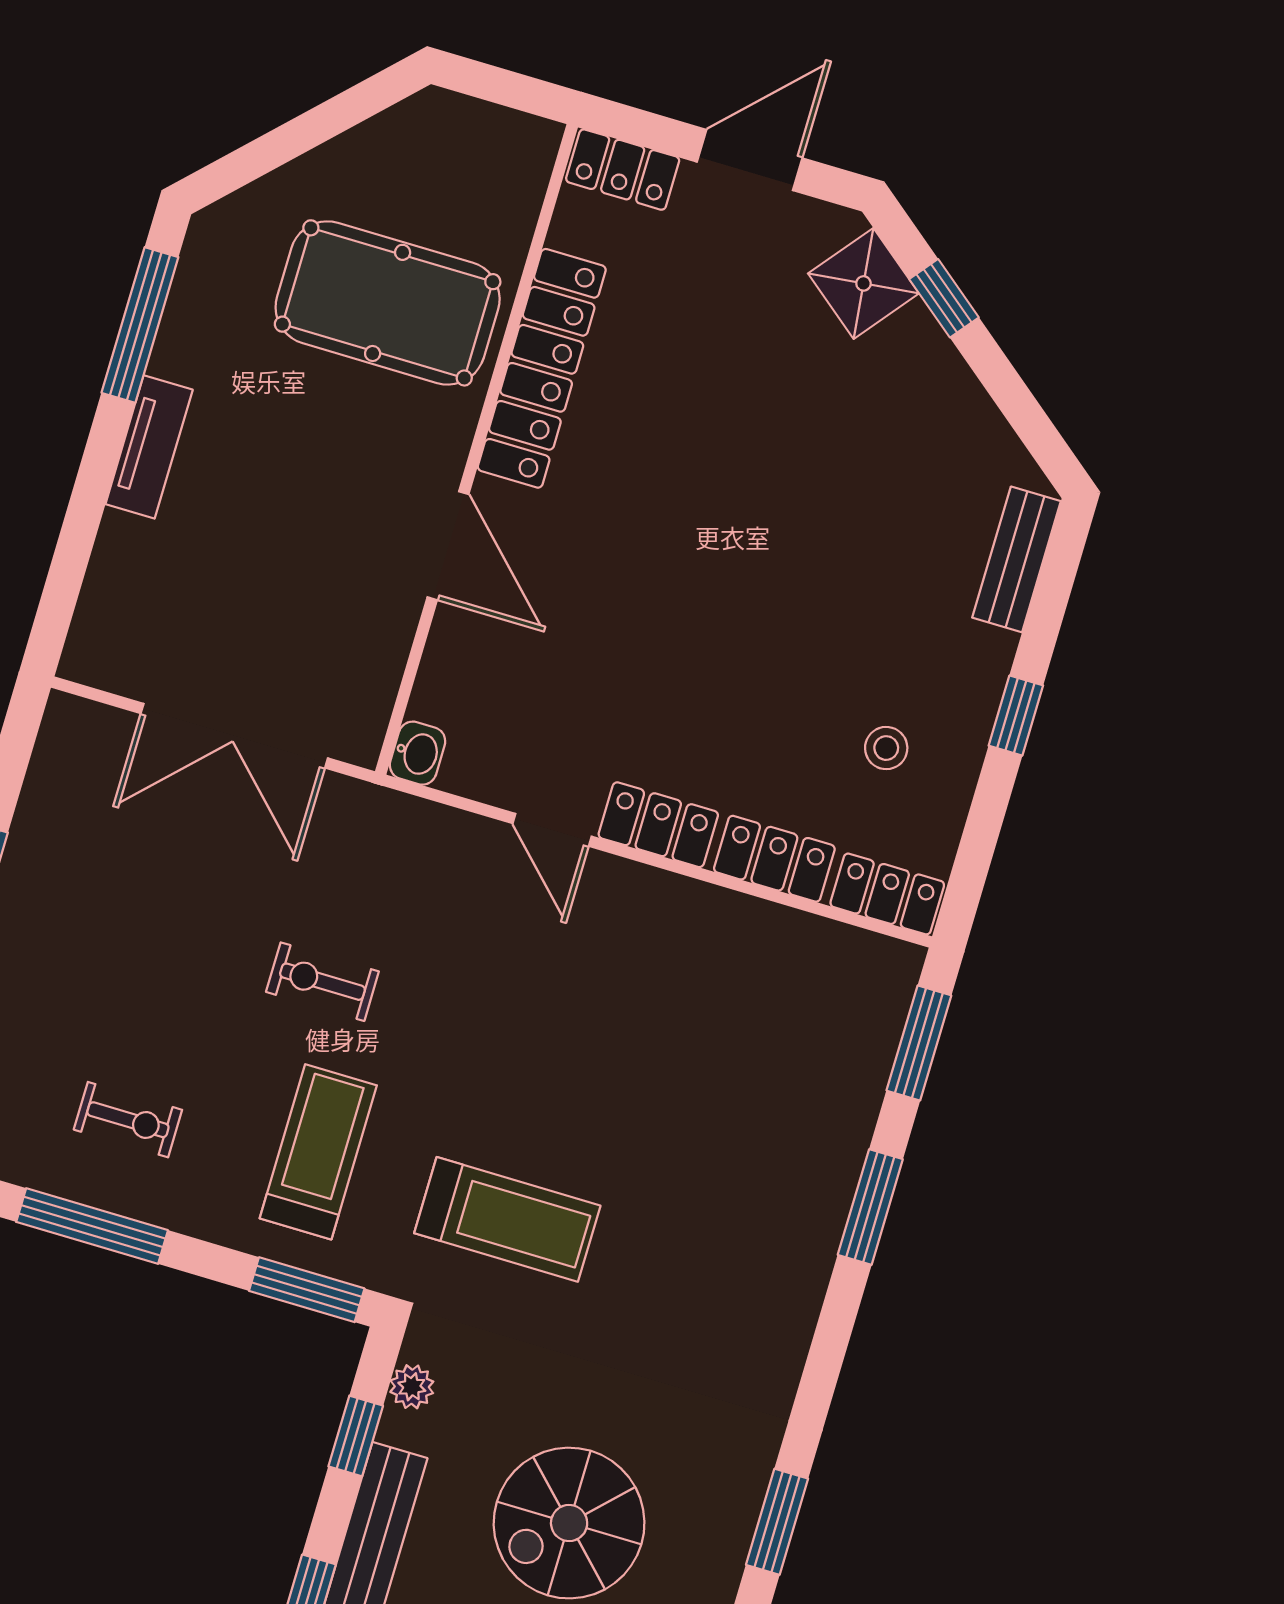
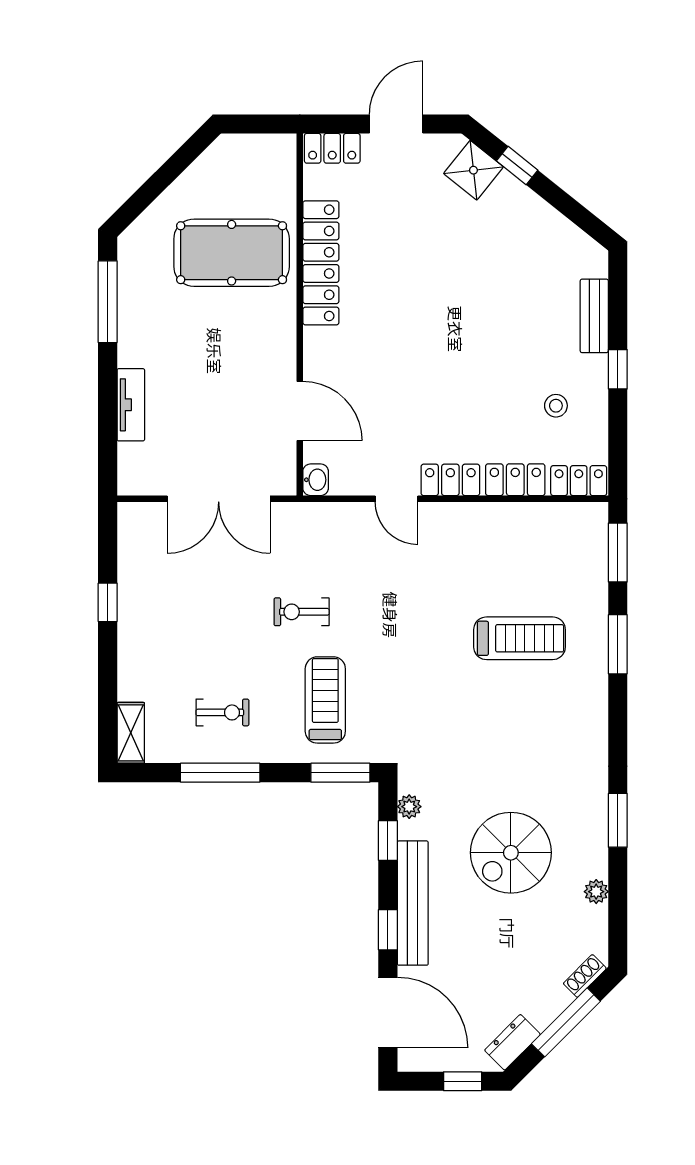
tv unit: (149, 447) -> (131, 405), moved
door: (448, 546) -> (300, 411), moved
bench: (1017, 559) -> (594, 316), moved
treadmill: (507, 1219) -> (520, 638), moved

